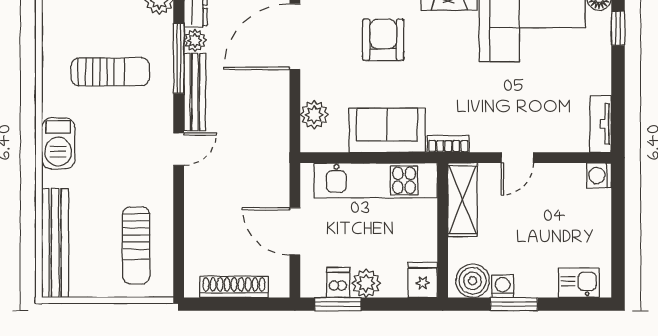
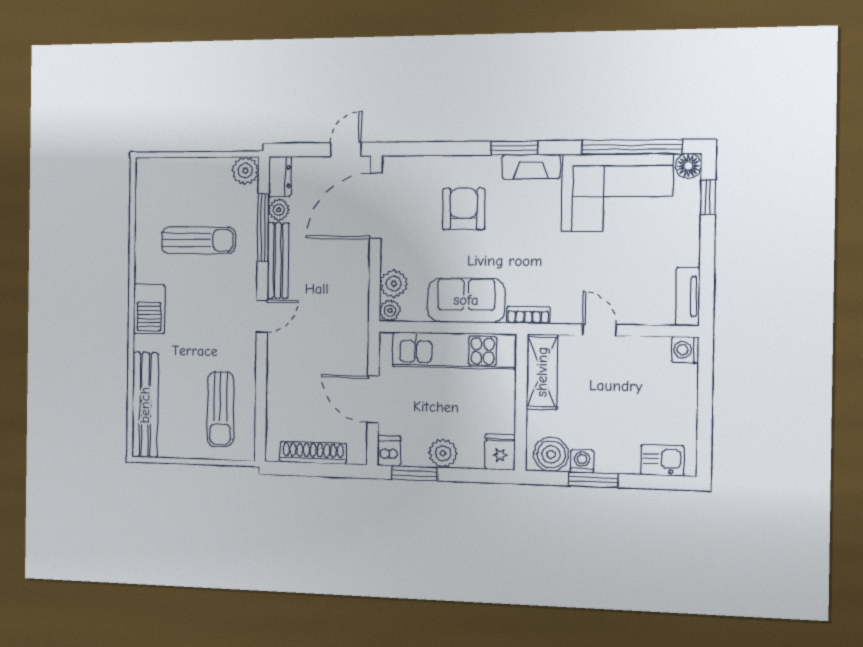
plant: (311, 142) -> (390, 311), added
door: (517, 158) -> (599, 330), swing flipped
dishwasher: (338, 283) -> (389, 451), moved

